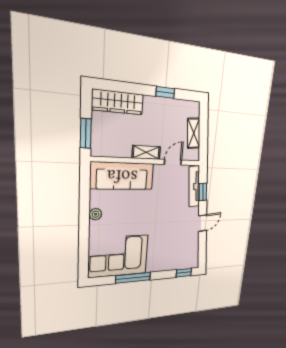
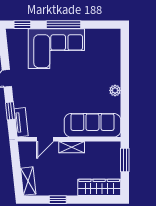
shelving: (194, 133) -> (28, 181), moved
tv unit: (194, 187) -> (21, 122), width x0.71
corner sofa: (118, 256) -> (56, 49), moved
window: (133, 278) -> (63, 25), moved

